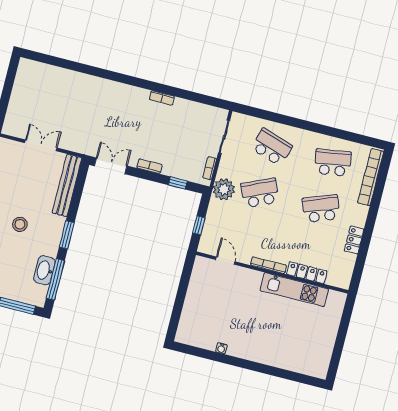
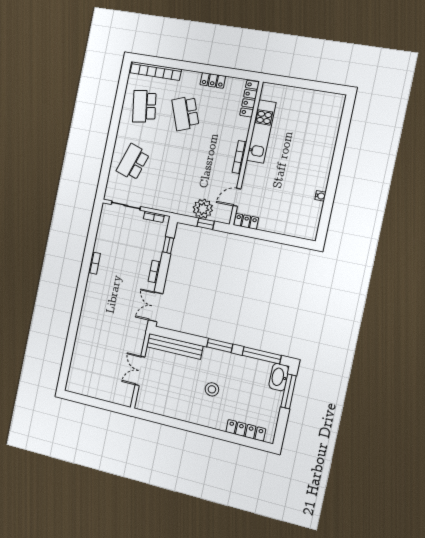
plant: (224, 189) -> (203, 209), moved
school desk: (260, 193) -> (174, 170), removed
locker: (199, 269) -> (246, 221), added
washbasin: (44, 270) -> (279, 377), moved, turned 90
locker: (307, 273) -> (249, 99), moved

